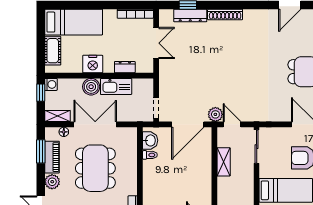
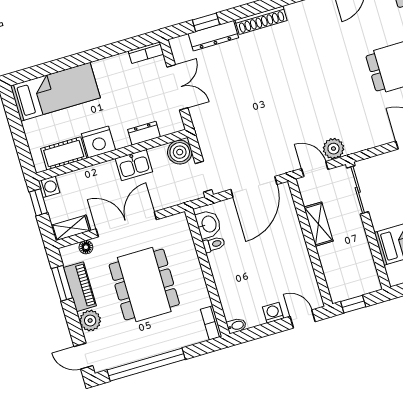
bookcase: (135, 14) -> (146, 53), width x0.64
cot: (53, 51) -> (64, 153), moved, turned 90
kitchen sink: (116, 86) -> (134, 165), width x0.73
boiler: (91, 87) -> (180, 152), moved
plant: (215, 114) -> (333, 149), moved

